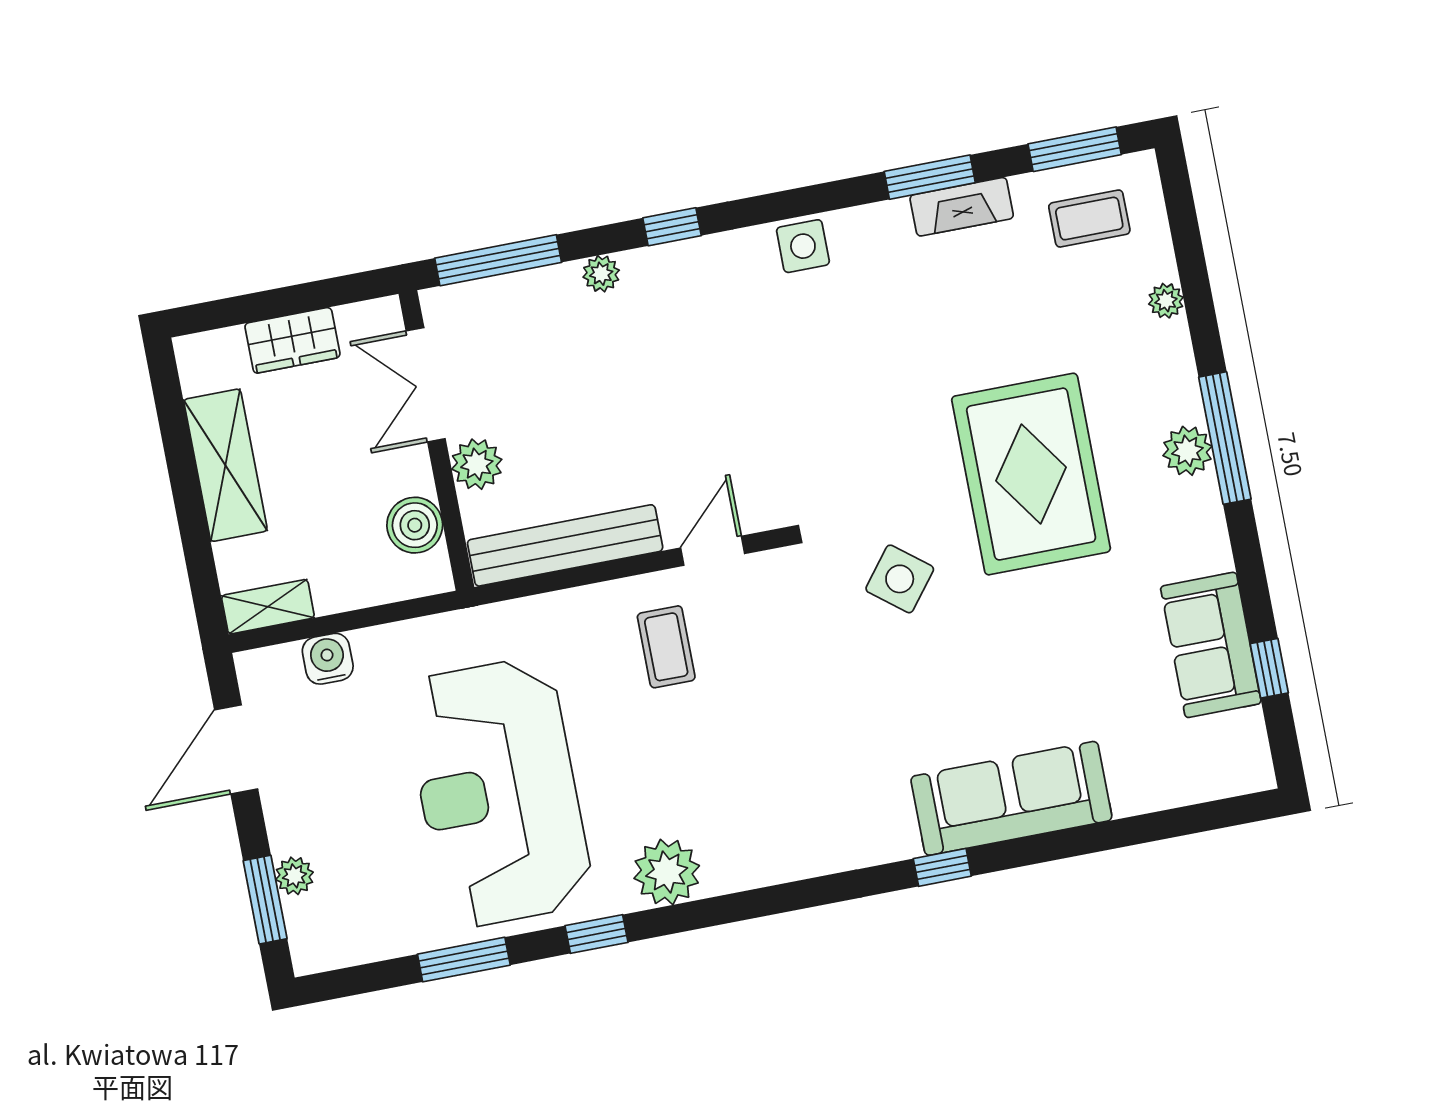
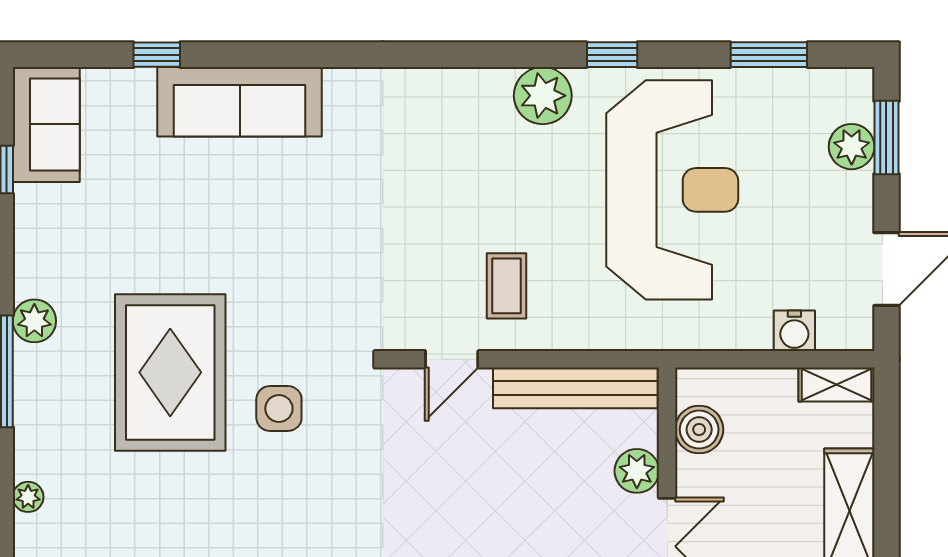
plant: (1187, 451) -> (34, 321), moved
side table: (900, 579) -> (279, 408), moved, turned -38
sofa: (1211, 645) -> (46, 124), moved
window: (942, 867) -> (157, 55), moved
plant: (294, 876) -> (852, 147), width x1.38, depth x1.38
window: (464, 960) -> (769, 55), moved

